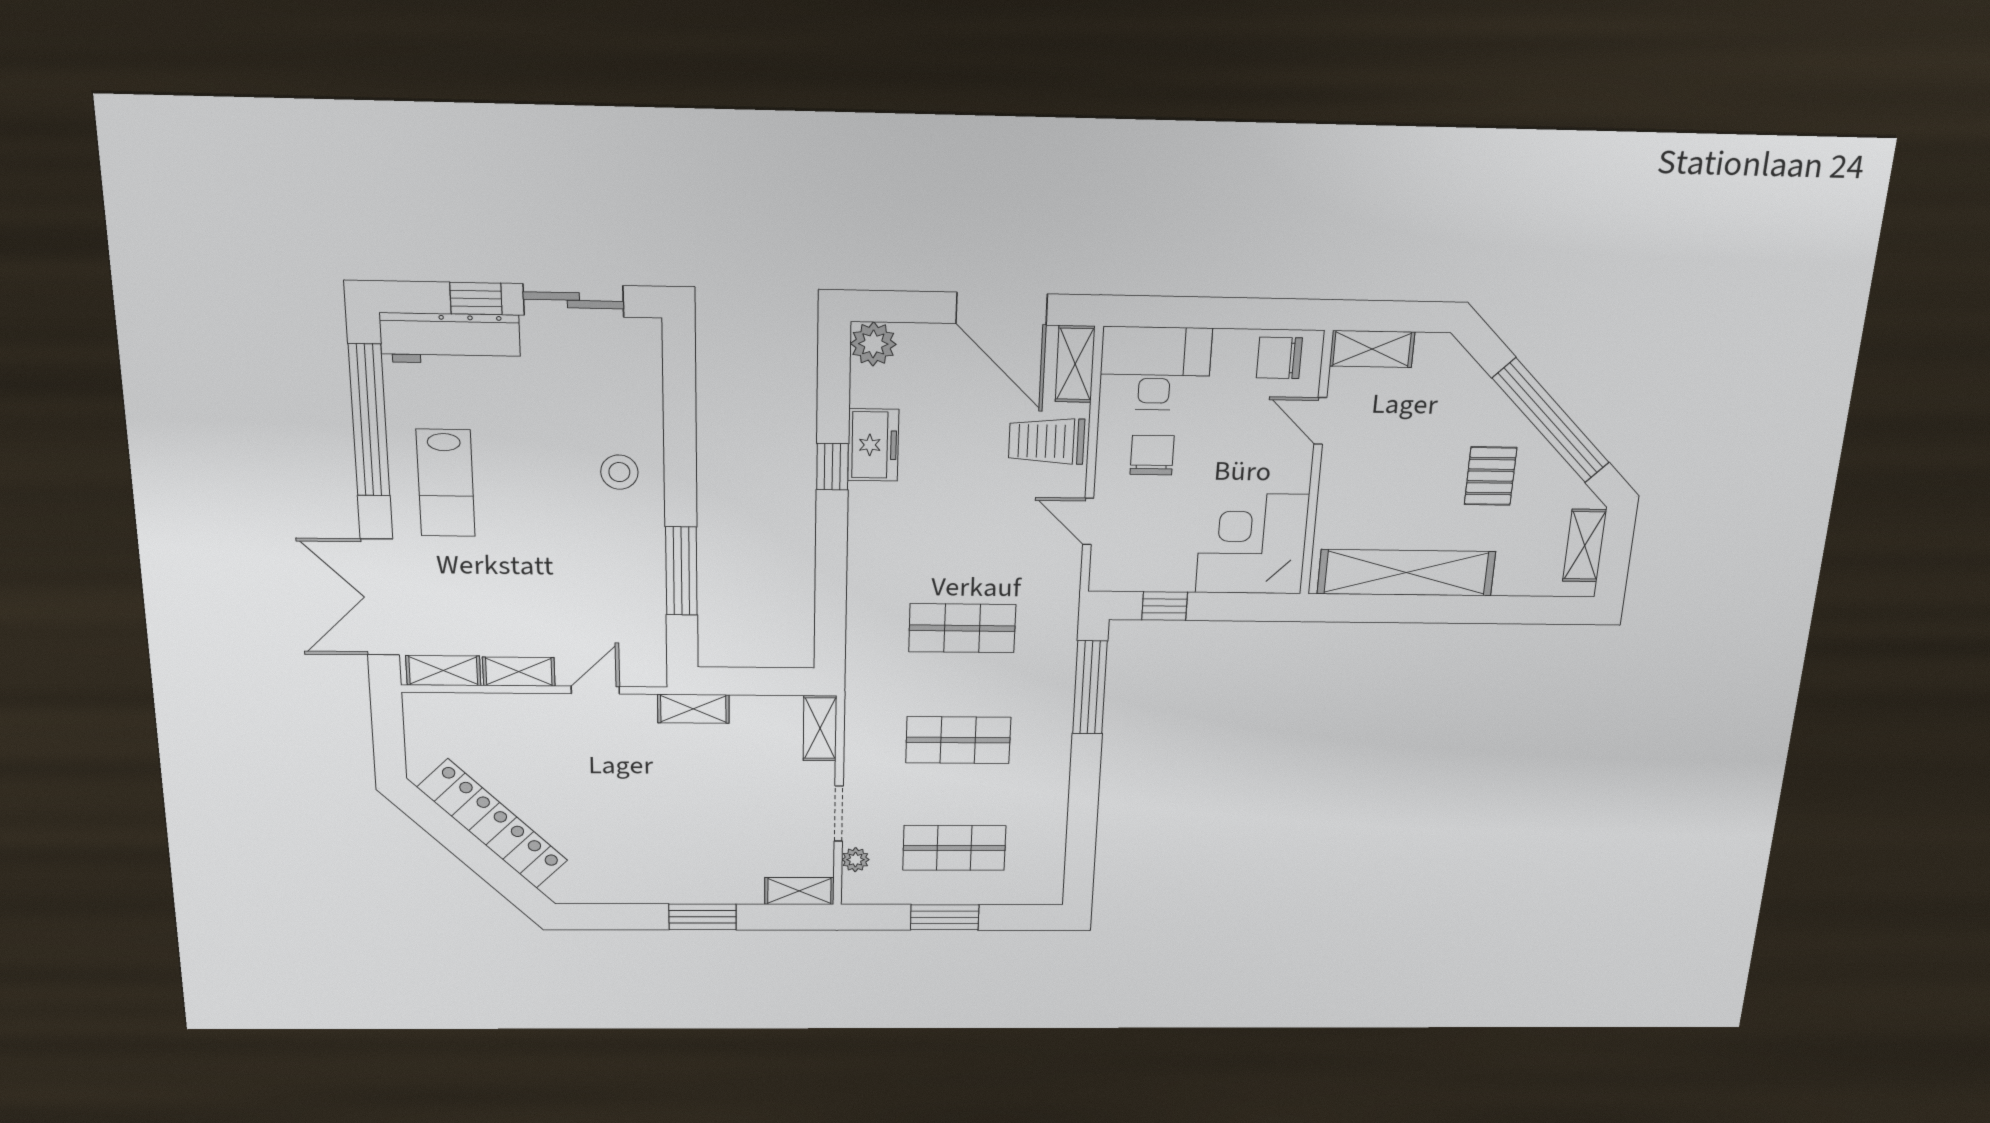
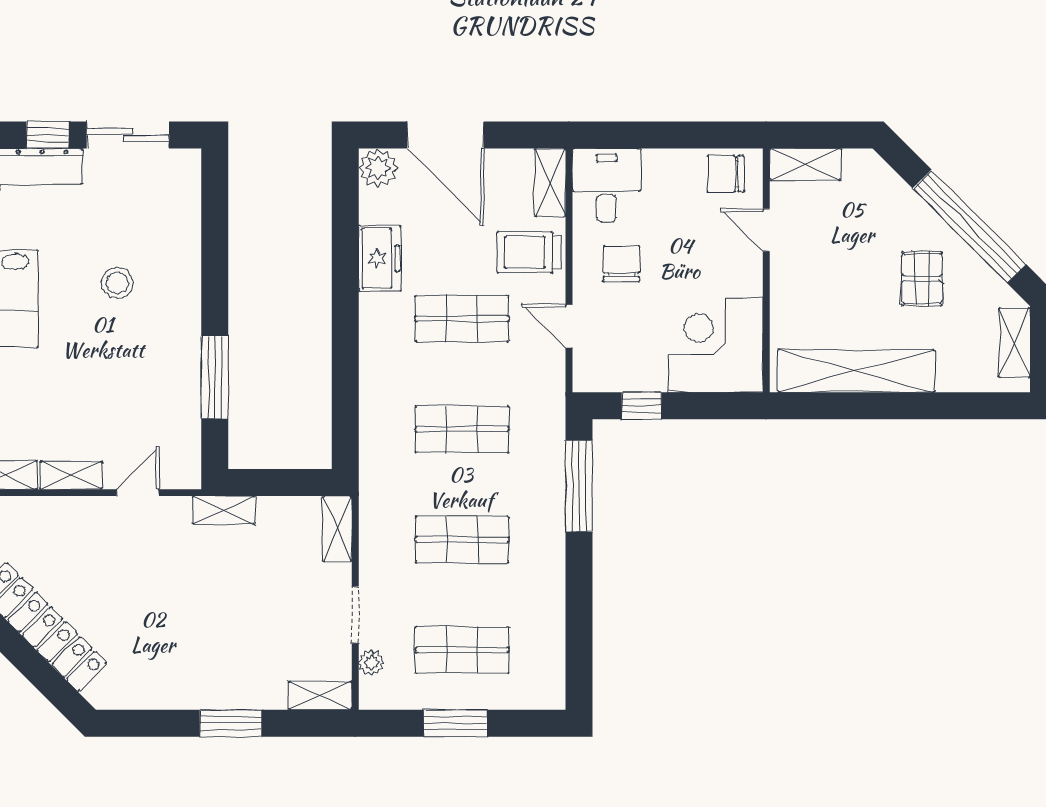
door: (1002, 309) -> (446, 135), moved
desk: (1155, 368) -> (607, 185), width x0.73
window: (832, 467) -> (345, 279), removed
stool: (619, 472) -> (117, 283), moved
shop shelf: (966, 512) -> (462, 319), added

